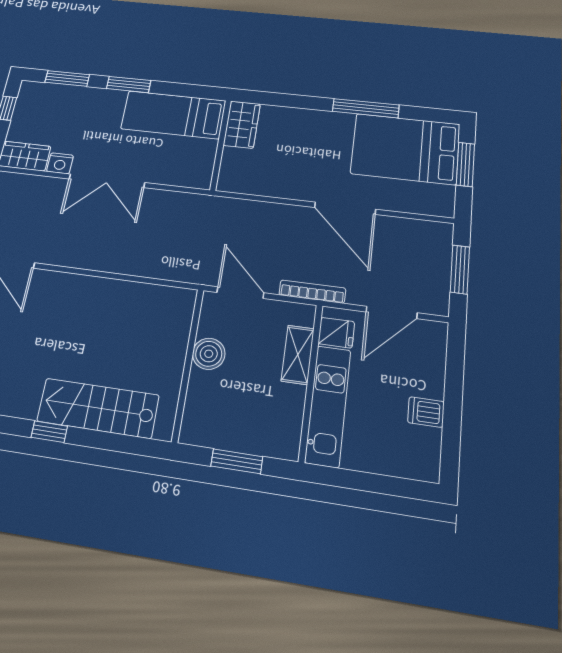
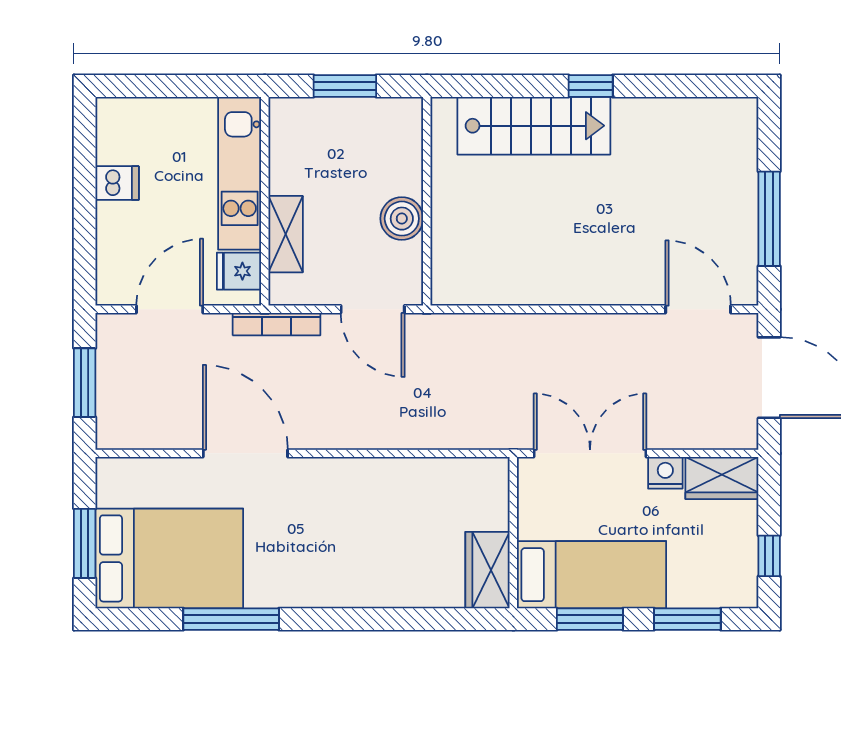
bed: (173, 115) -> (592, 575), moved
wardrobe: (242, 125) -> (488, 570), moved
wall: (221, 145) -> (513, 533), moved

